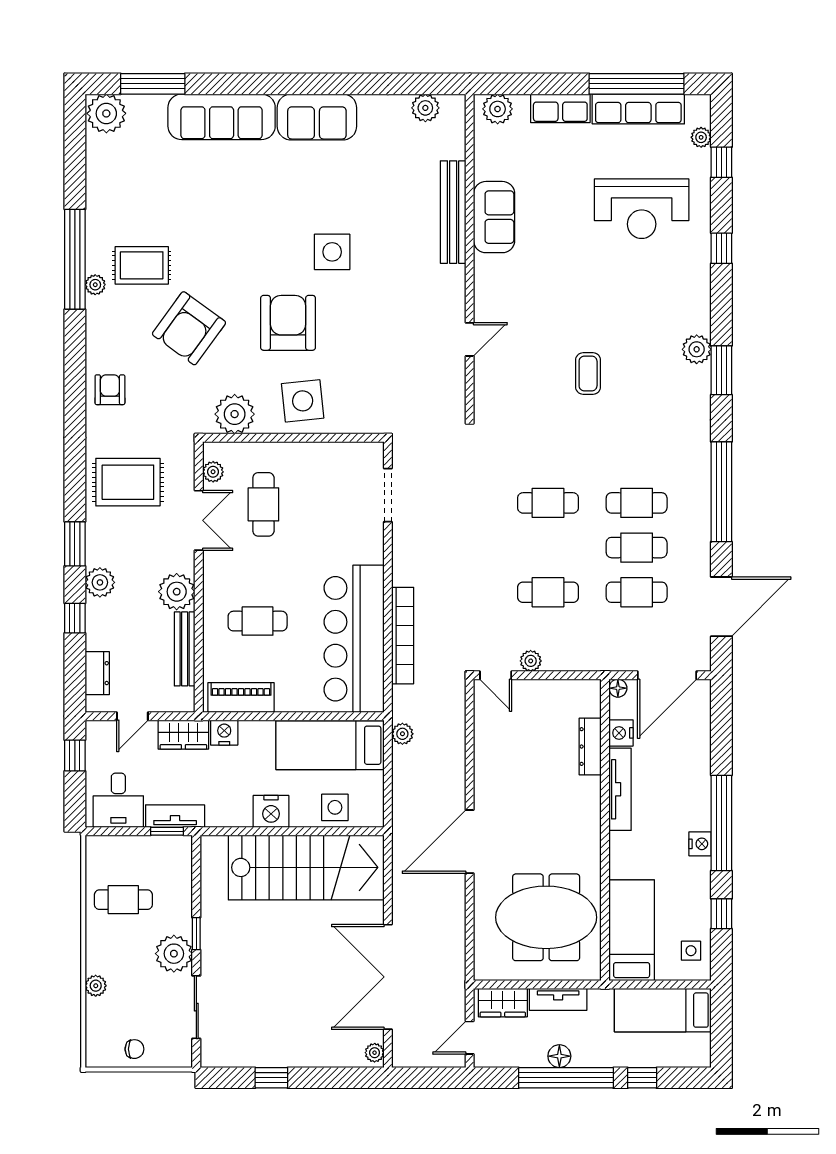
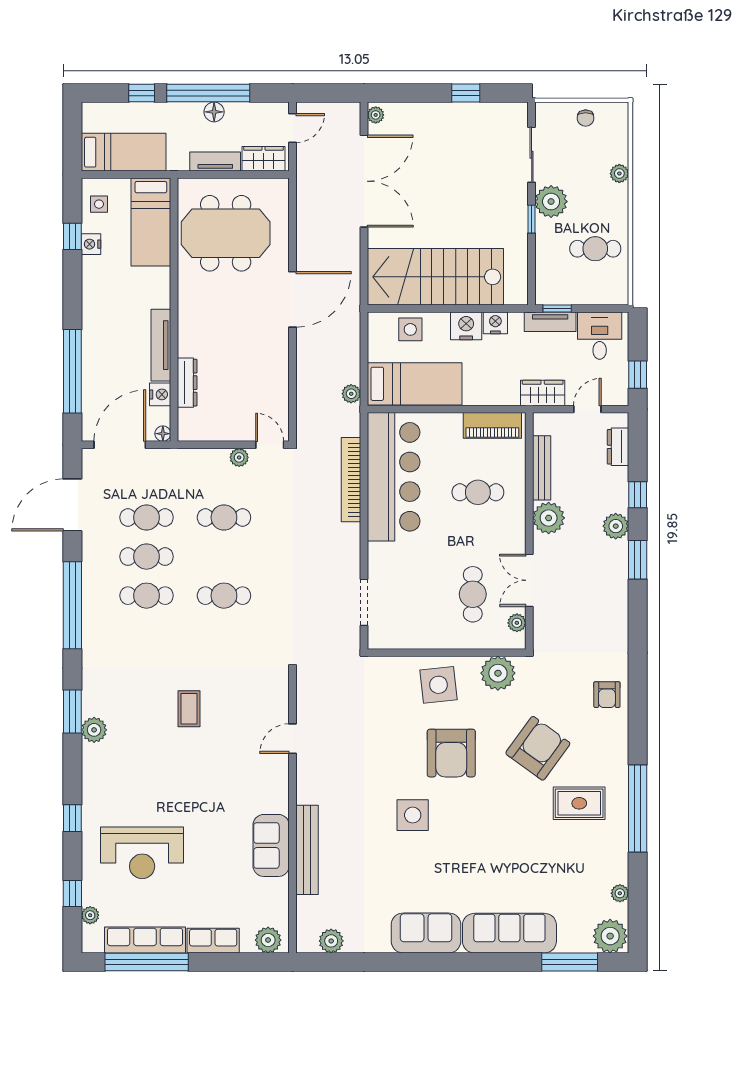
reception desk: (642, 209) -> (142, 853), turned 180
plant: (95, 285) -> (620, 893), moved
rug: (128, 482) -> (591, 614), removed
nightstand: (224, 733) -> (495, 323), moved, turned 180
window: (721, 823) -> (72, 371), moved
nightstand: (700, 844) -> (91, 244), moved
chair: (134, 1049) -> (586, 118), turned -90

